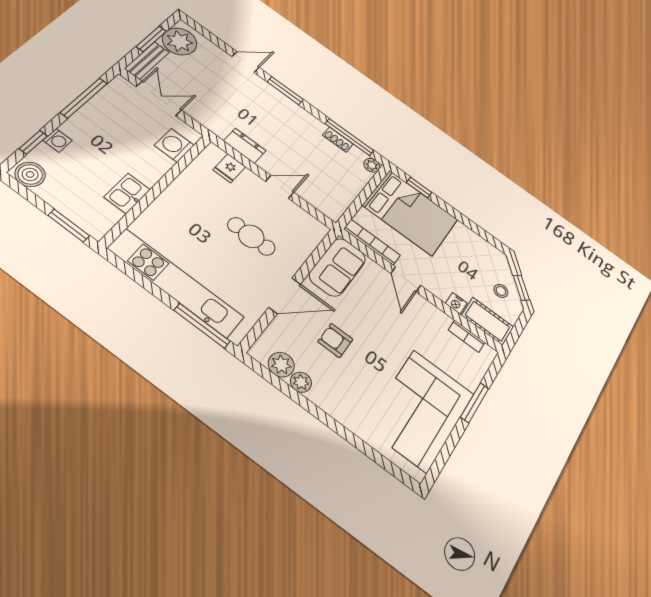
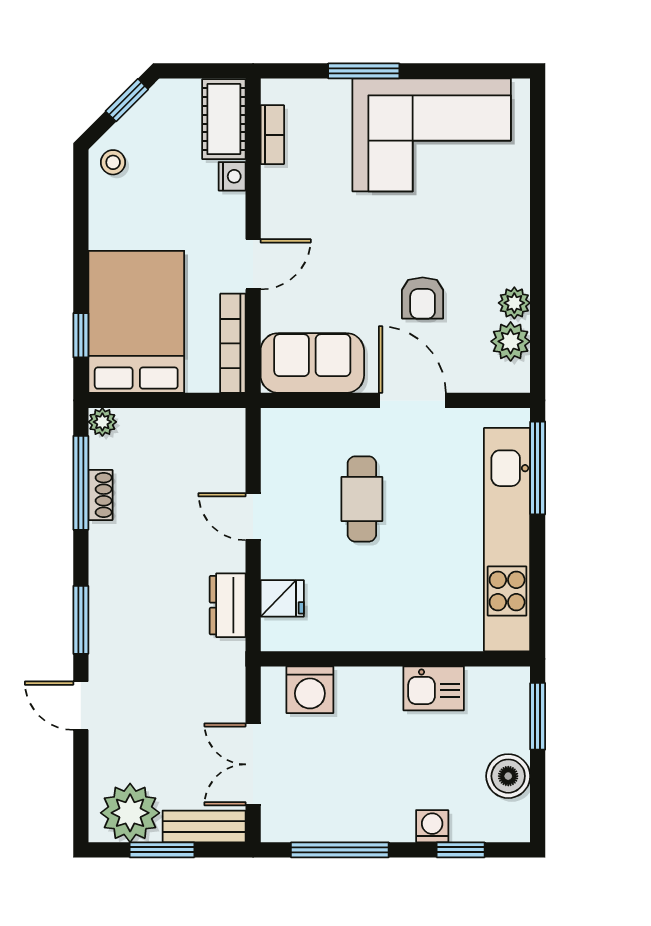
boiler: (30, 174) -> (508, 776), moved
stool: (501, 291) -> (113, 162), moved

